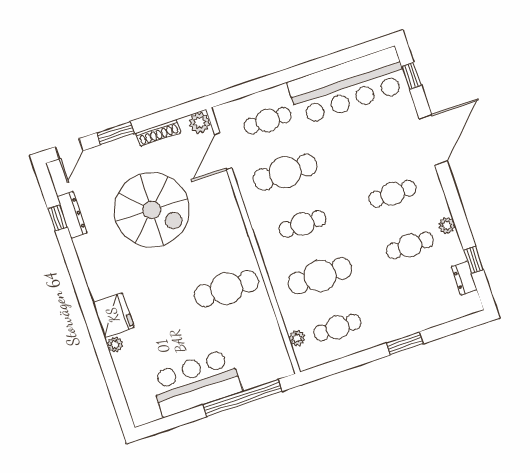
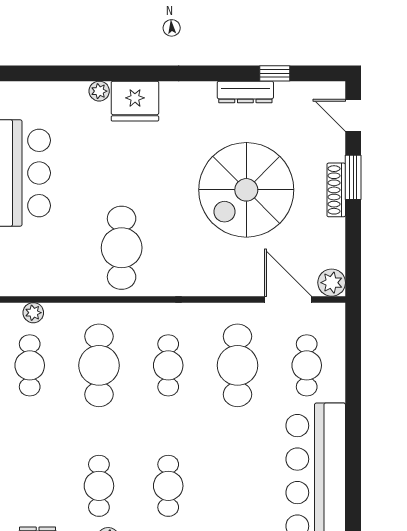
shoe rack: (158, 133) -> (336, 190), moved
dresser: (72, 215) -> (245, 92), moved

